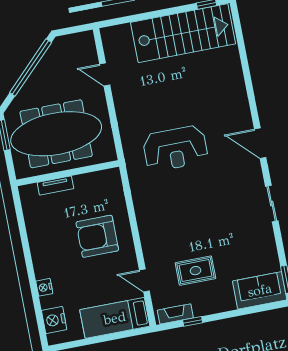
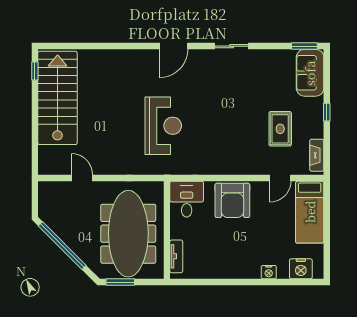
door: (105, 75) -> (82, 178), swing flipped
tv unit: (55, 186) -> (176, 256), moved
desk: (104, 187) -> (187, 199), added
armchair: (97, 236) -> (232, 200), moved
window: (193, 321) -> (327, 112), moved

